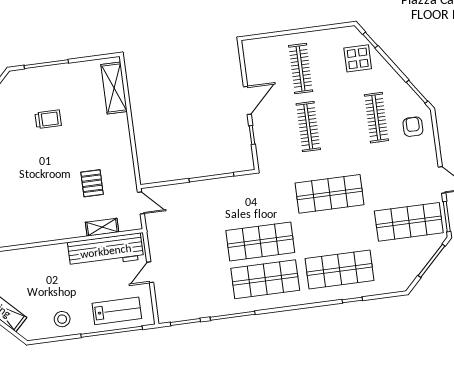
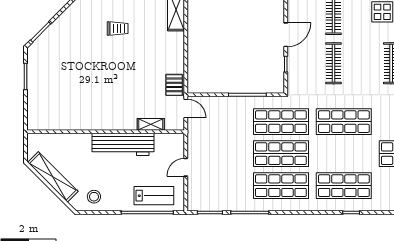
pallet: (92, 183) -> (174, 85), moved
shop shelf: (255, 204) -> (281, 122), added
workbench: (106, 251) -> (123, 144), moved
stool: (62, 319) -> (94, 197), moved

